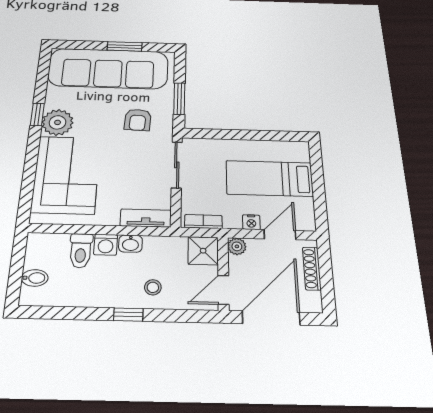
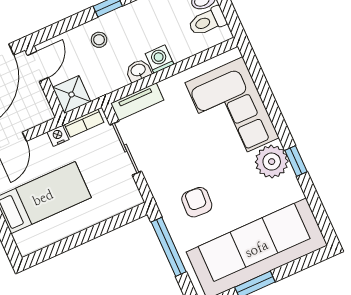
window: (179, 99) -> (169, 247), width x1.44
sliding door: (177, 165) -> (126, 148), moved
nightstand: (251, 222) -> (58, 136), moved
plant: (237, 246) -> (44, 113), removed
toilet: (81, 251) -> (207, 21), moved, turned -90

